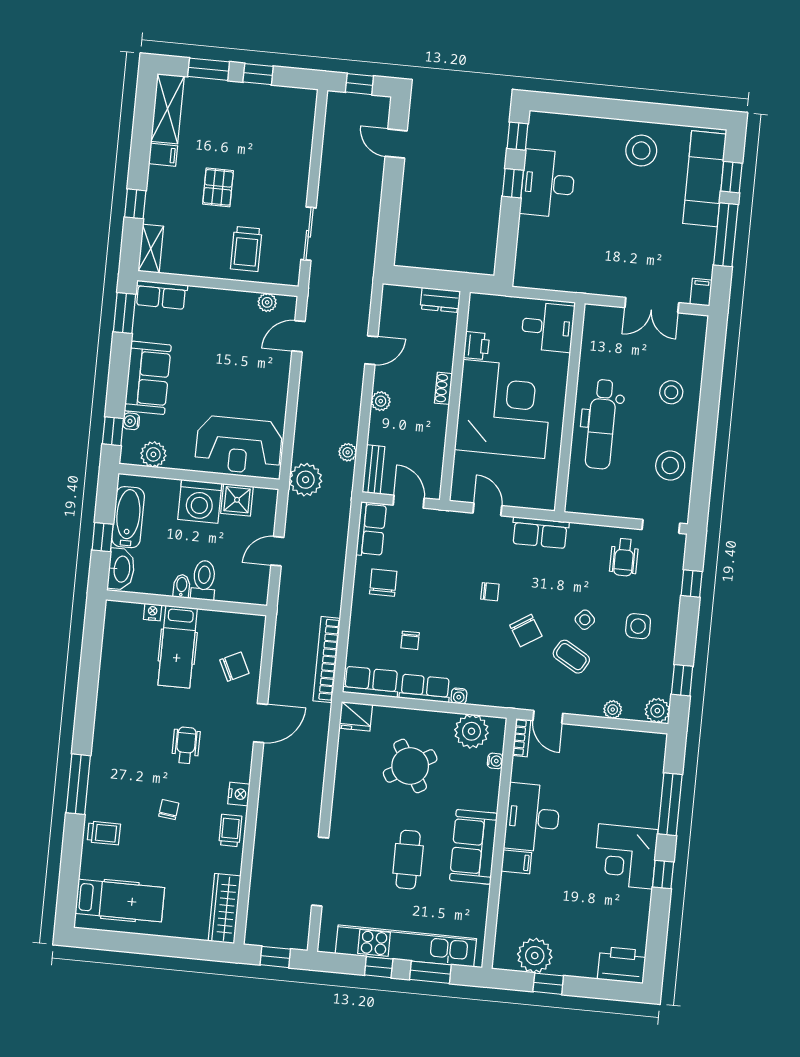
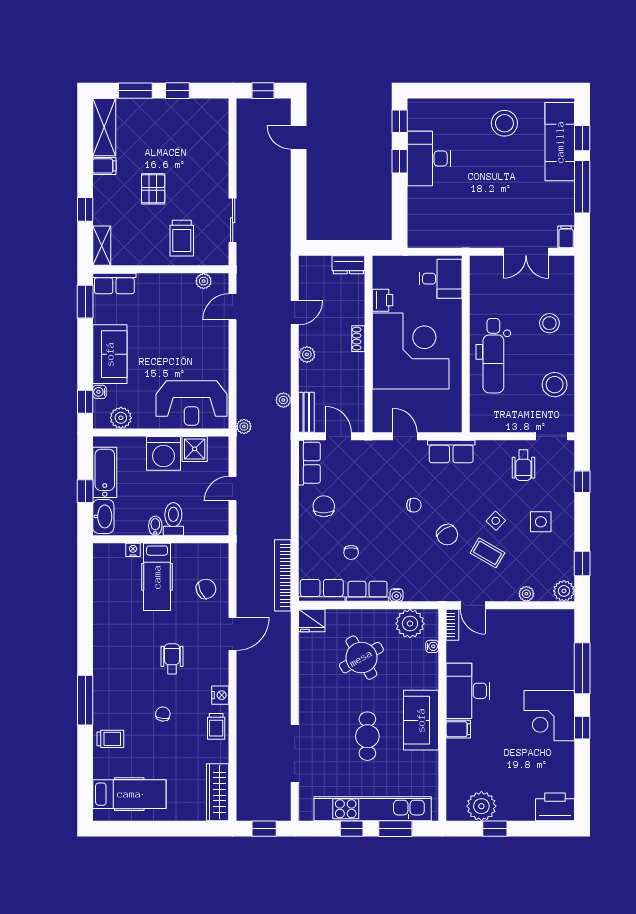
plant: (306, 480) -> (244, 426), width x0.53, depth x0.53
trolley: (230, 830) -> (216, 726), turned 180

